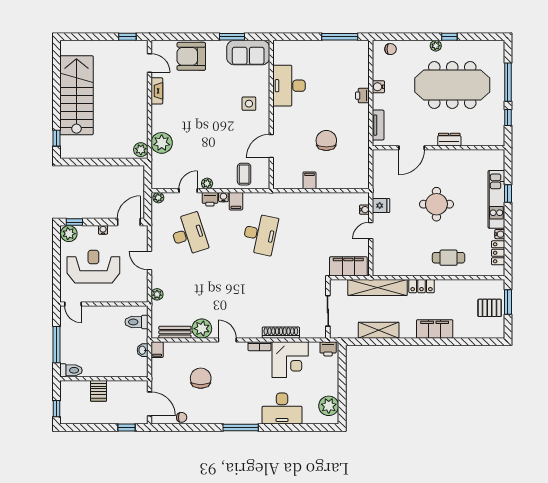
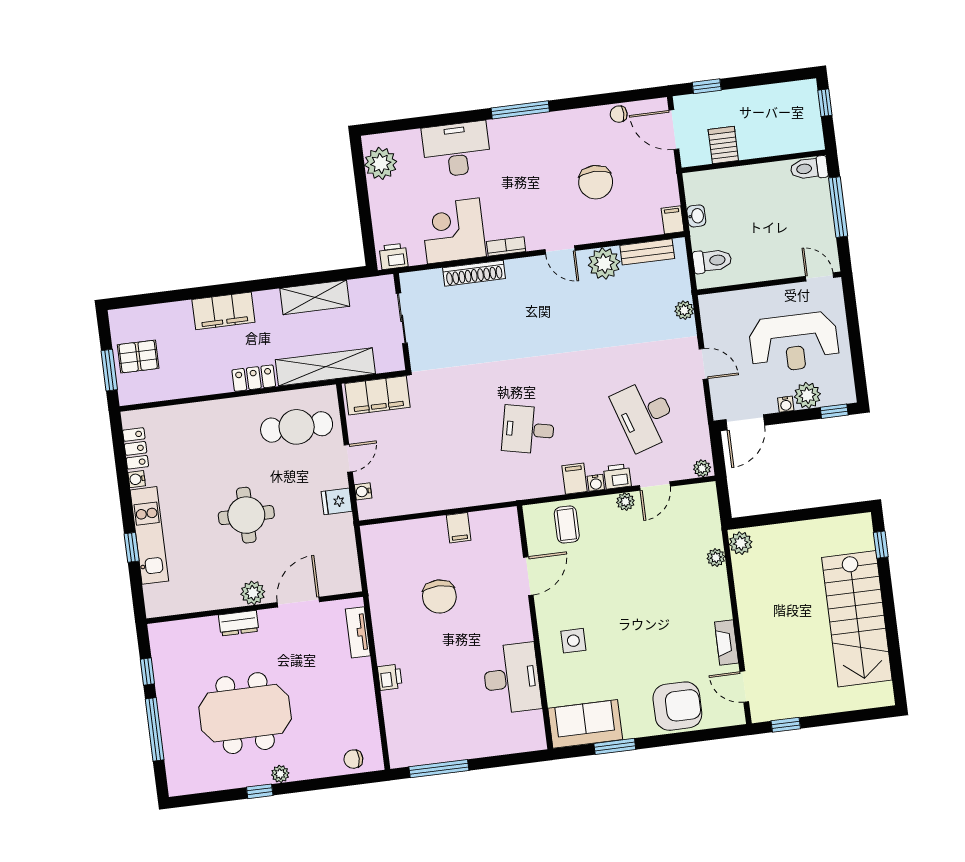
meeting table: (452, 85) -> (245, 713), width x0.73
water cooler: (378, 87) -> (365, 695), removed
plant: (162, 143) -> (716, 558), width x0.53, depth x0.53
plant: (438, 157) -> (253, 593), added
plant: (69, 234) -> (807, 395), moved
desk: (260, 234) -> (528, 430), width x0.73
cafe table: (449, 258) -> (297, 427), moved, width x1.37, depth x1.35
server rack: (99, 391) -> (723, 145), moved

